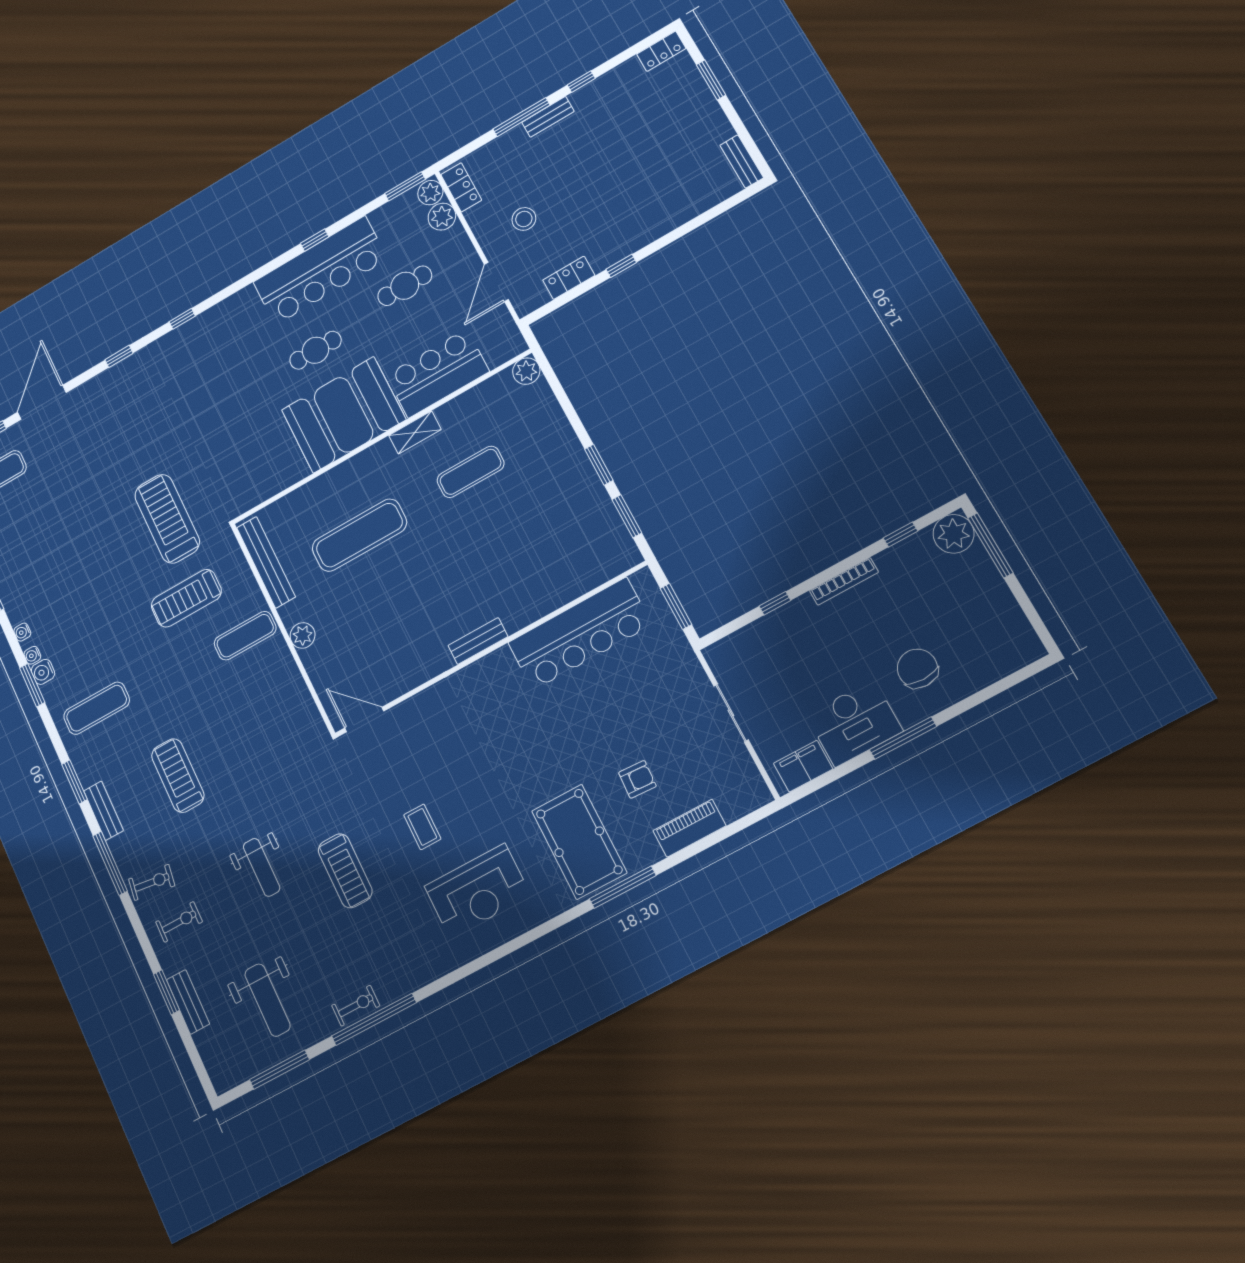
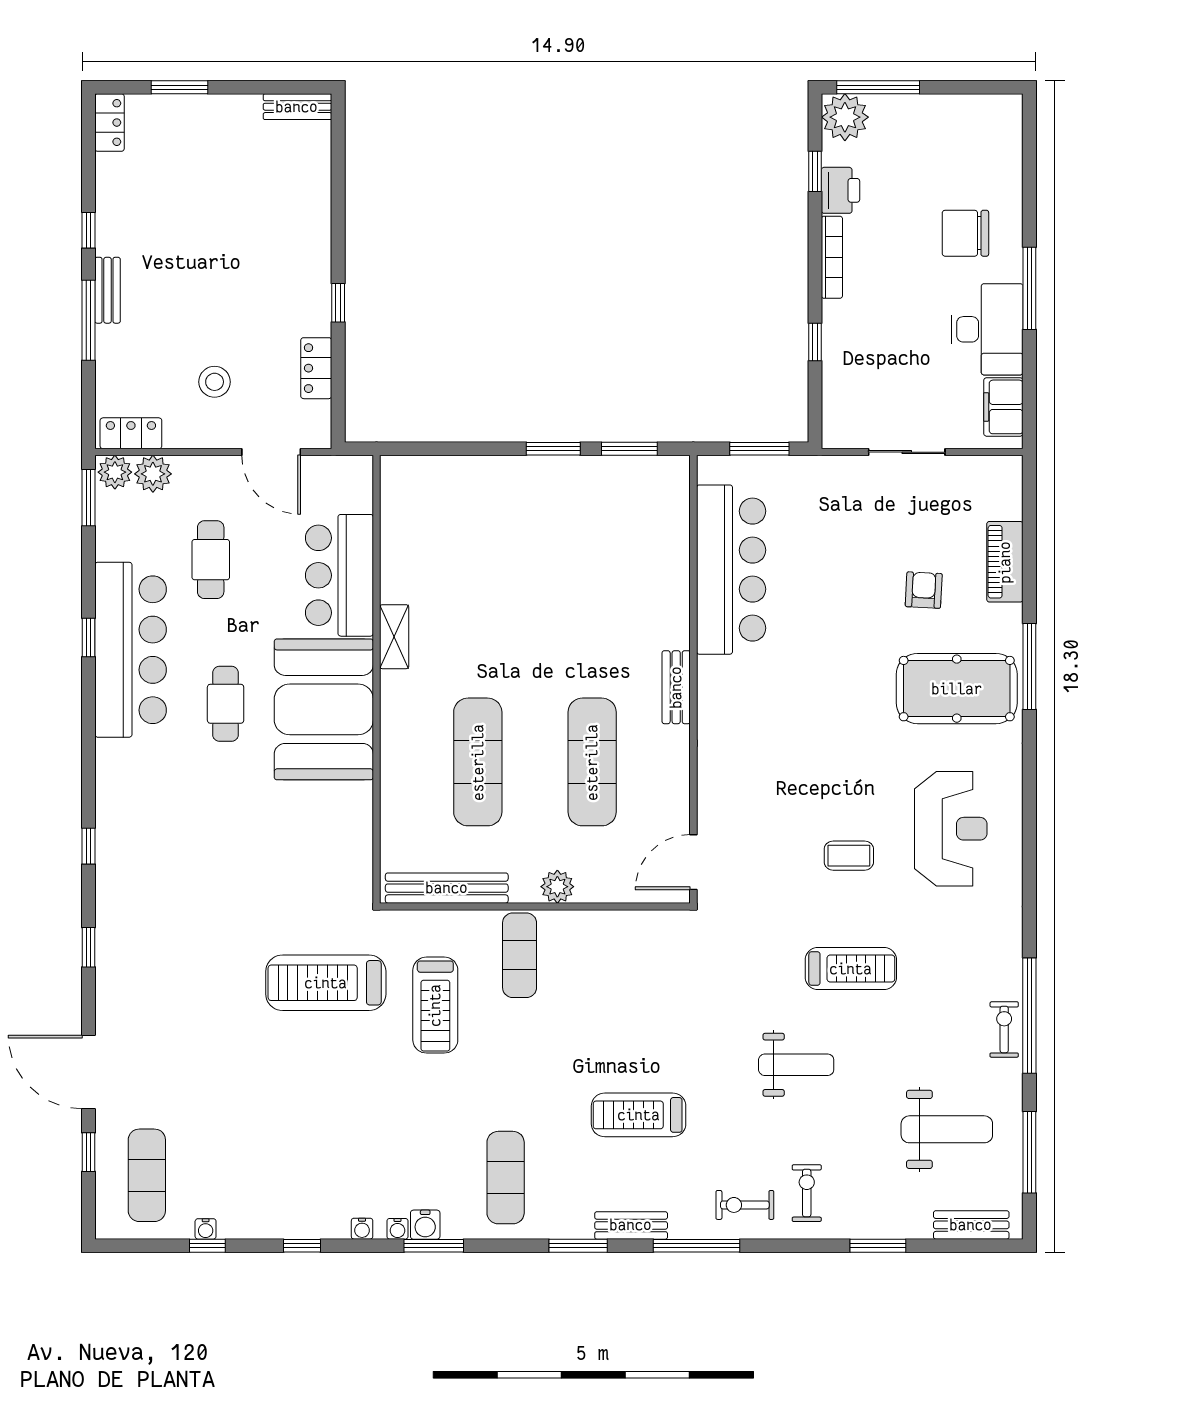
plant: (526, 371) -> (397, 473), removed
exercise mat: (471, 472) -> (592, 762), moved, width x1.36, depth x1.45
printer: (897, 560) -> (840, 190), added
exercise bike: (152, 882) -> (745, 1205), turned -98
bench: (188, 1002) -> (971, 1225), moved

